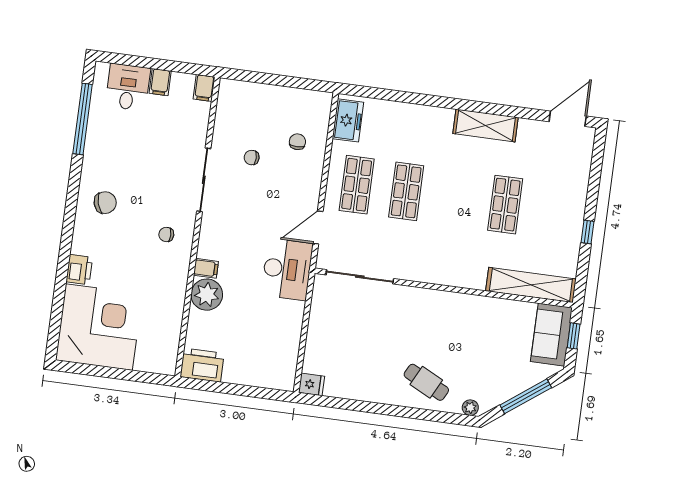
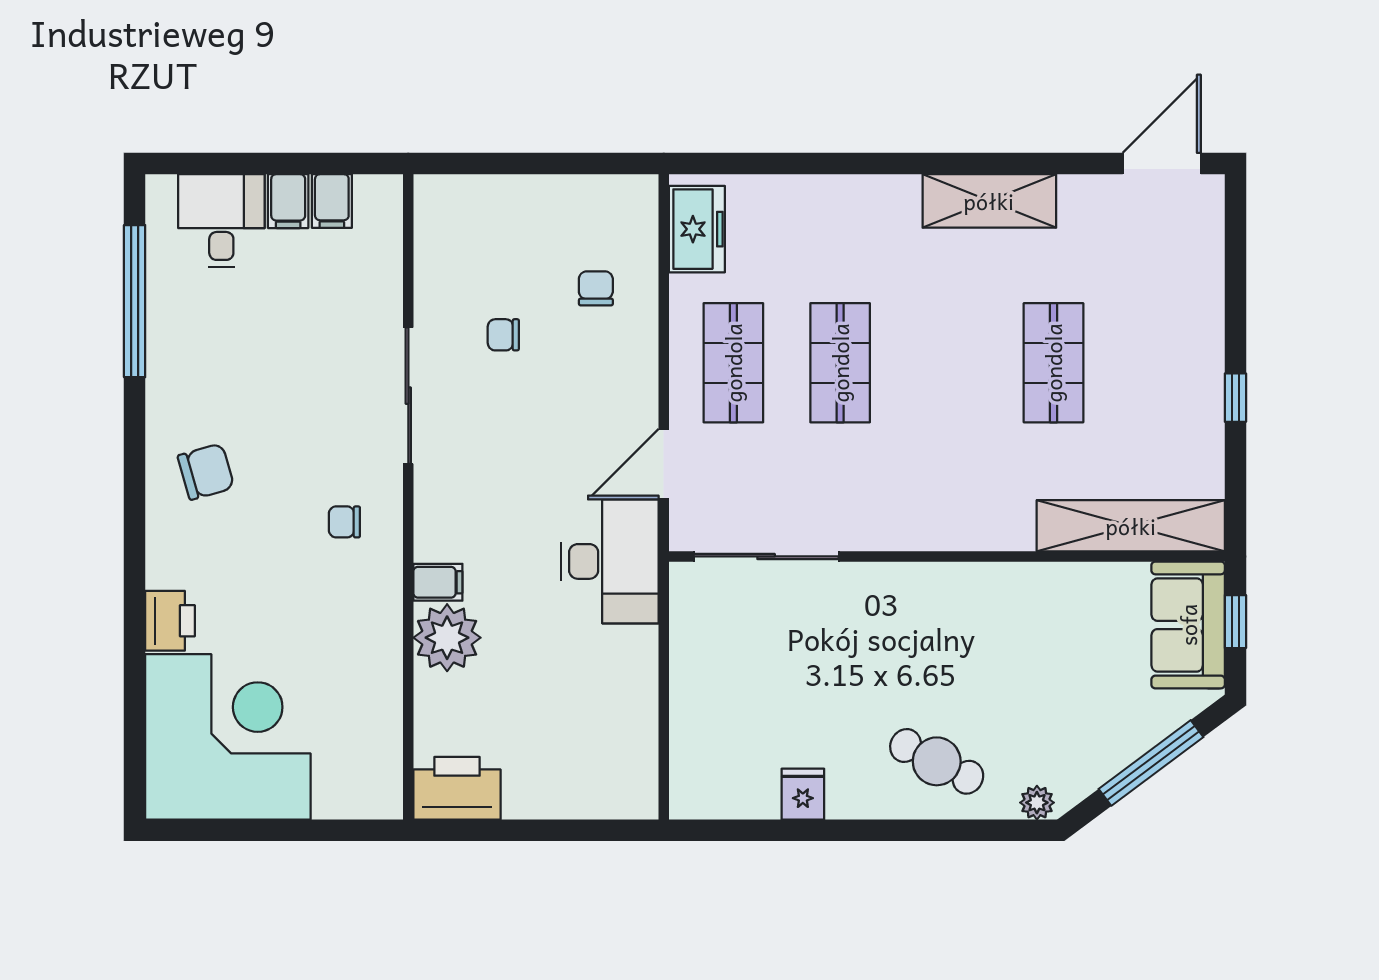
filing cabinet: (204, 88) -> (332, 201), moved
fridge: (312, 384) -> (803, 794), moved, turned -90

